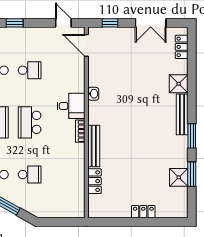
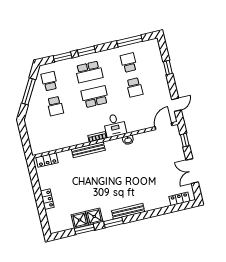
shower: (179, 84) -> (94, 216), moved
locker: (95, 181) -> (47, 160), moved

